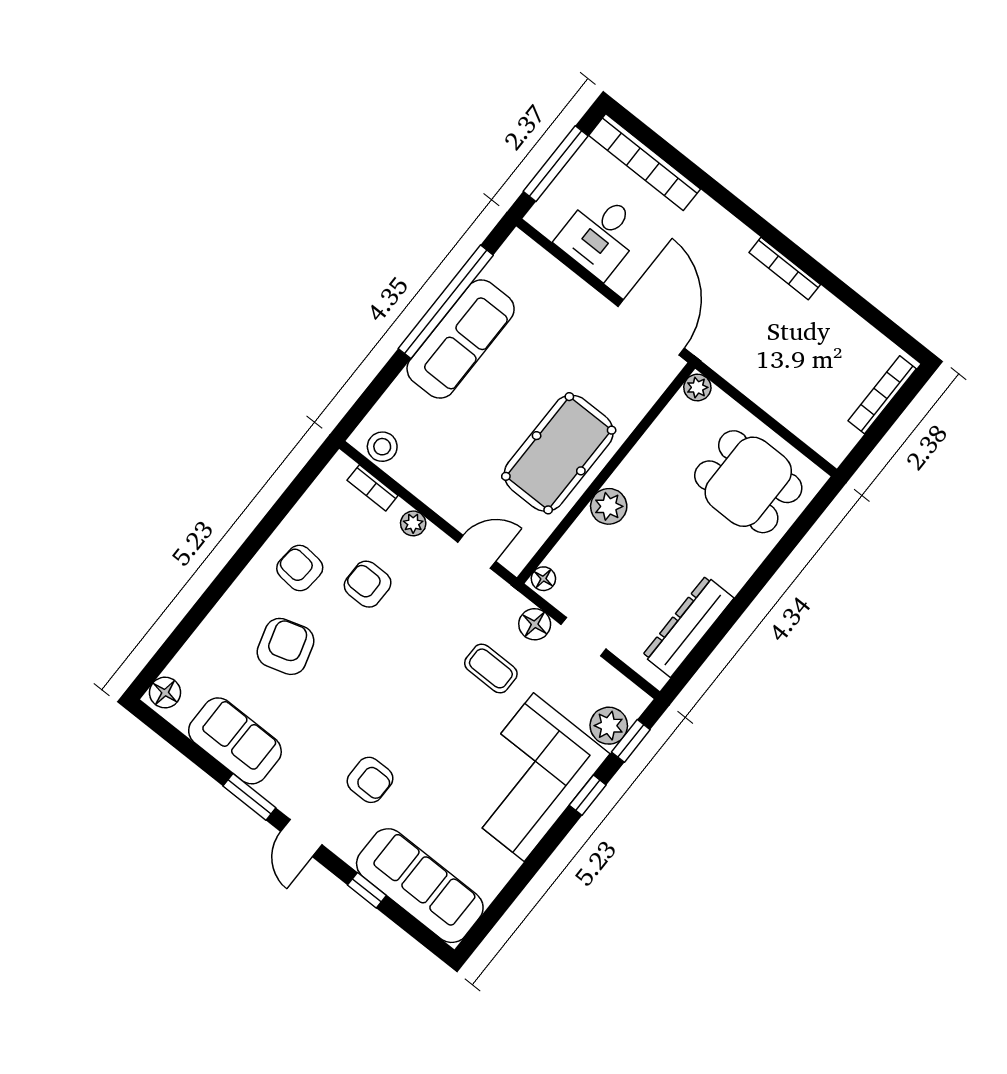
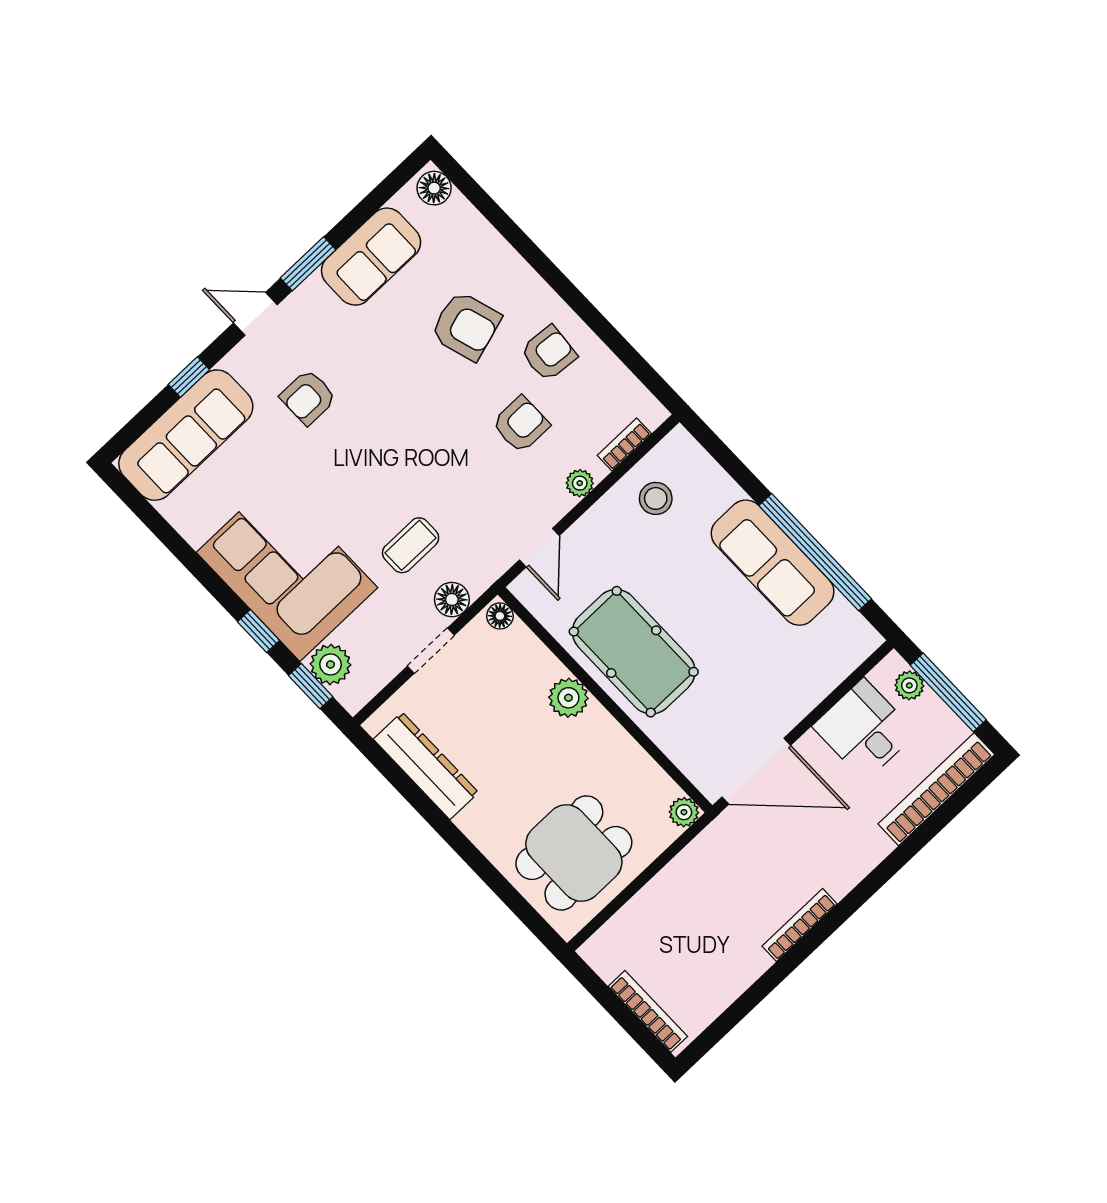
plant: (554, 200) -> (909, 685), added
stool: (382, 447) -> (656, 498), moved

